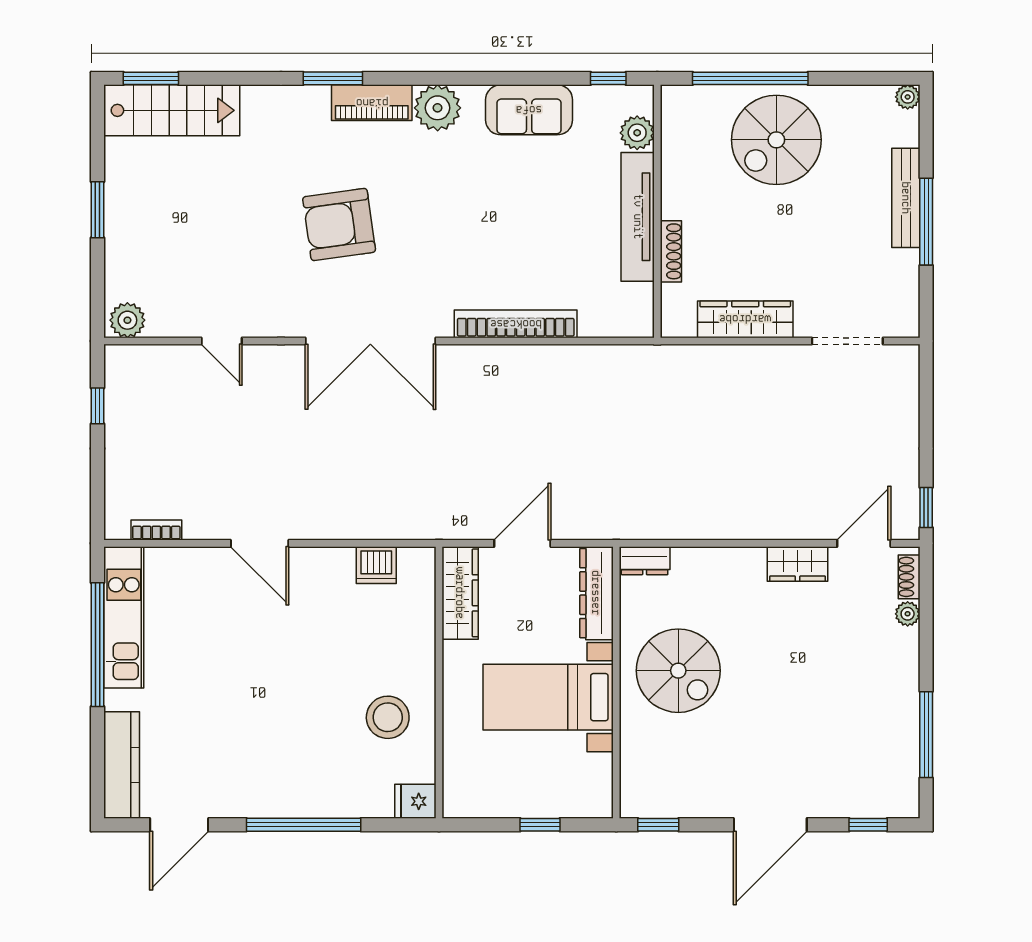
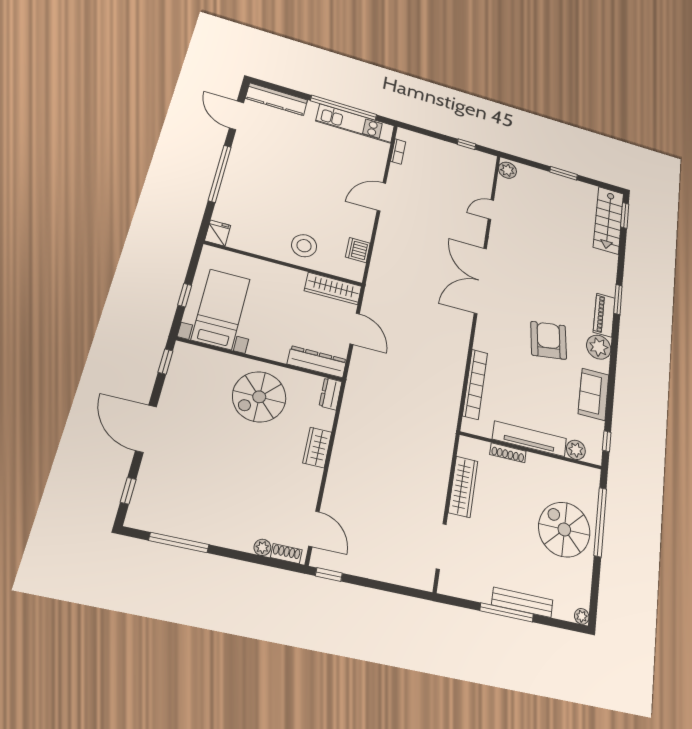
armchair: (339, 224) -> (549, 340), moved
bookcase: (516, 324) -> (475, 384), moved
wardrobe: (798, 564) -> (317, 447), moved
bed with nightstands: (548, 697) -> (221, 309), moved
stool: (388, 717) -> (304, 246), moved

